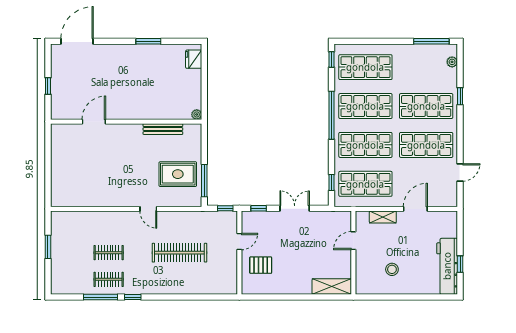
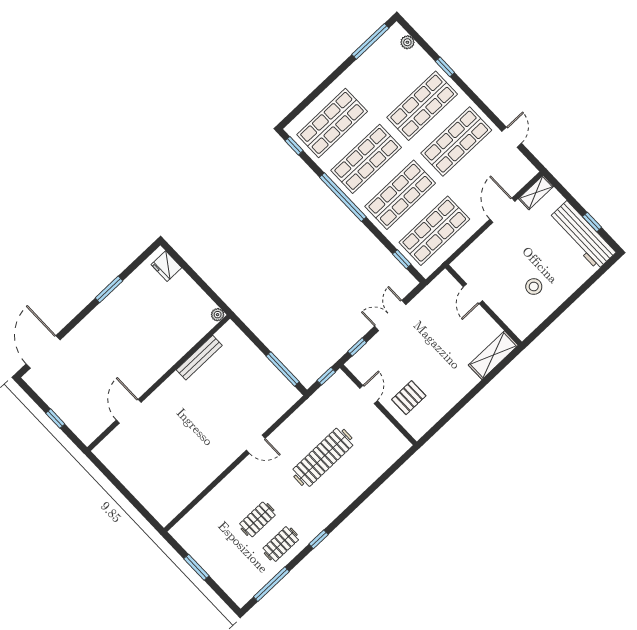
rug: (178, 174) -> (252, 386), removed
shelving: (383, 217) -> (536, 192), moved
window: (100, 297) -> (271, 584), moved

